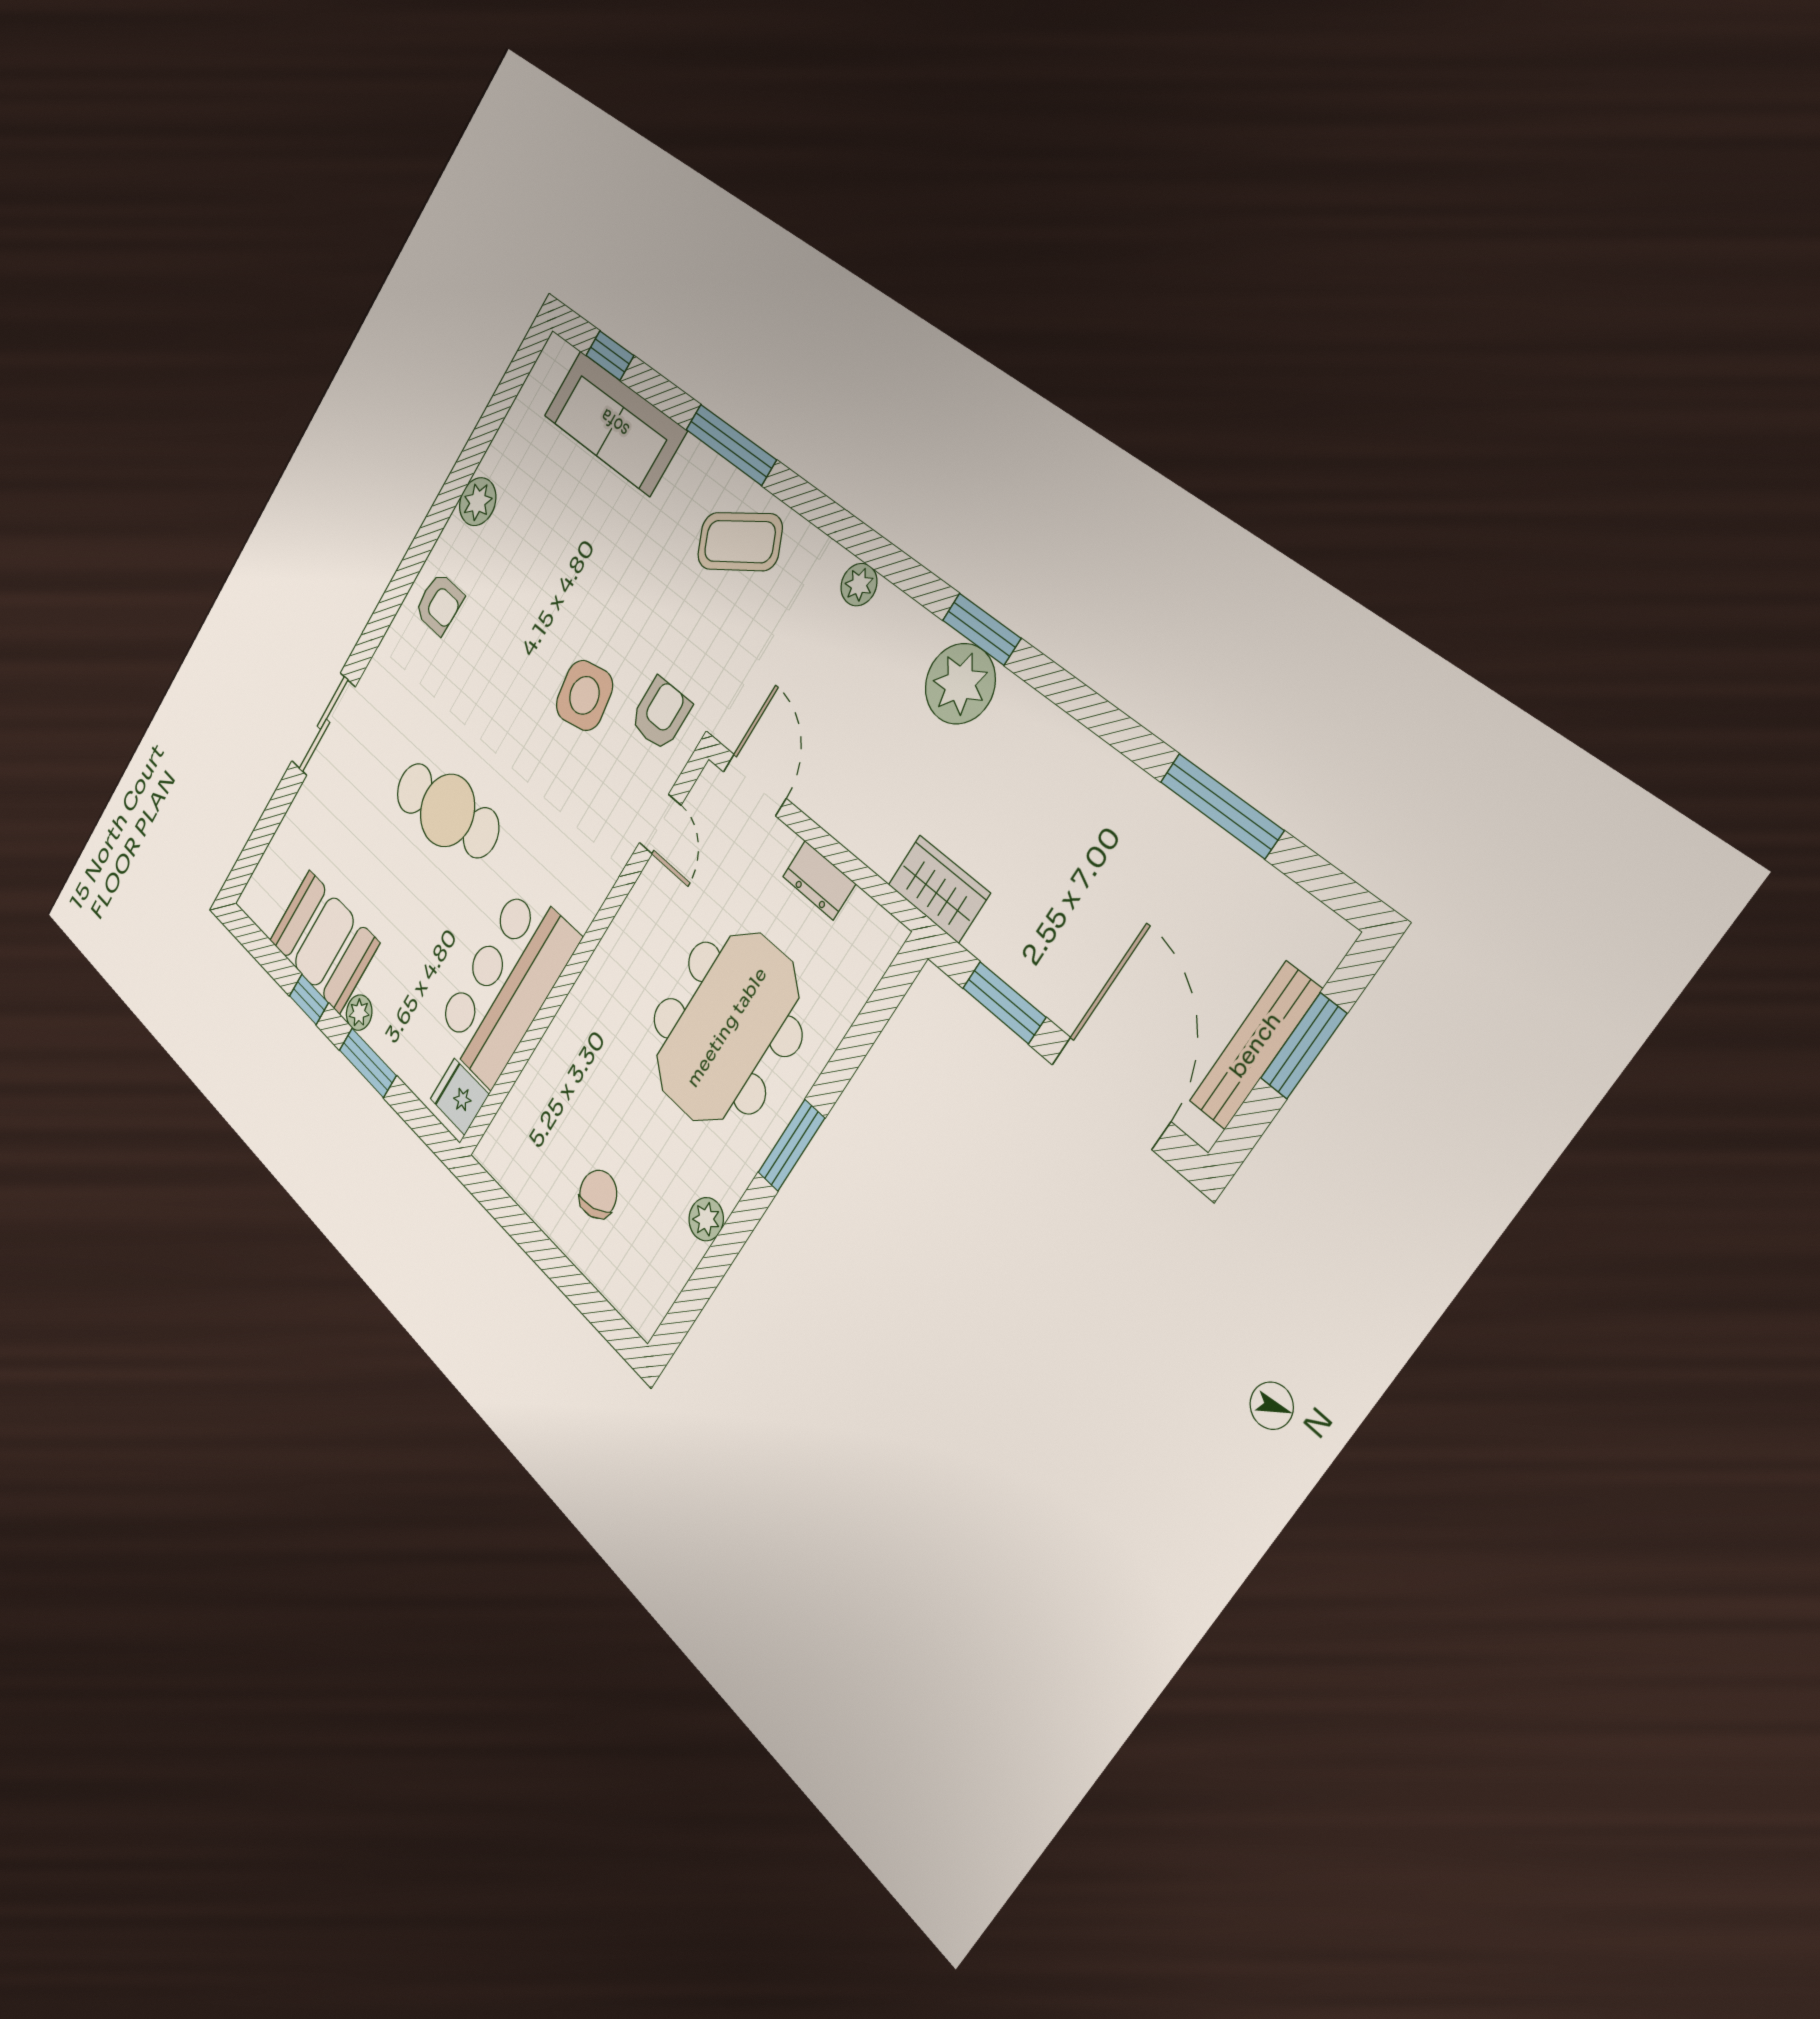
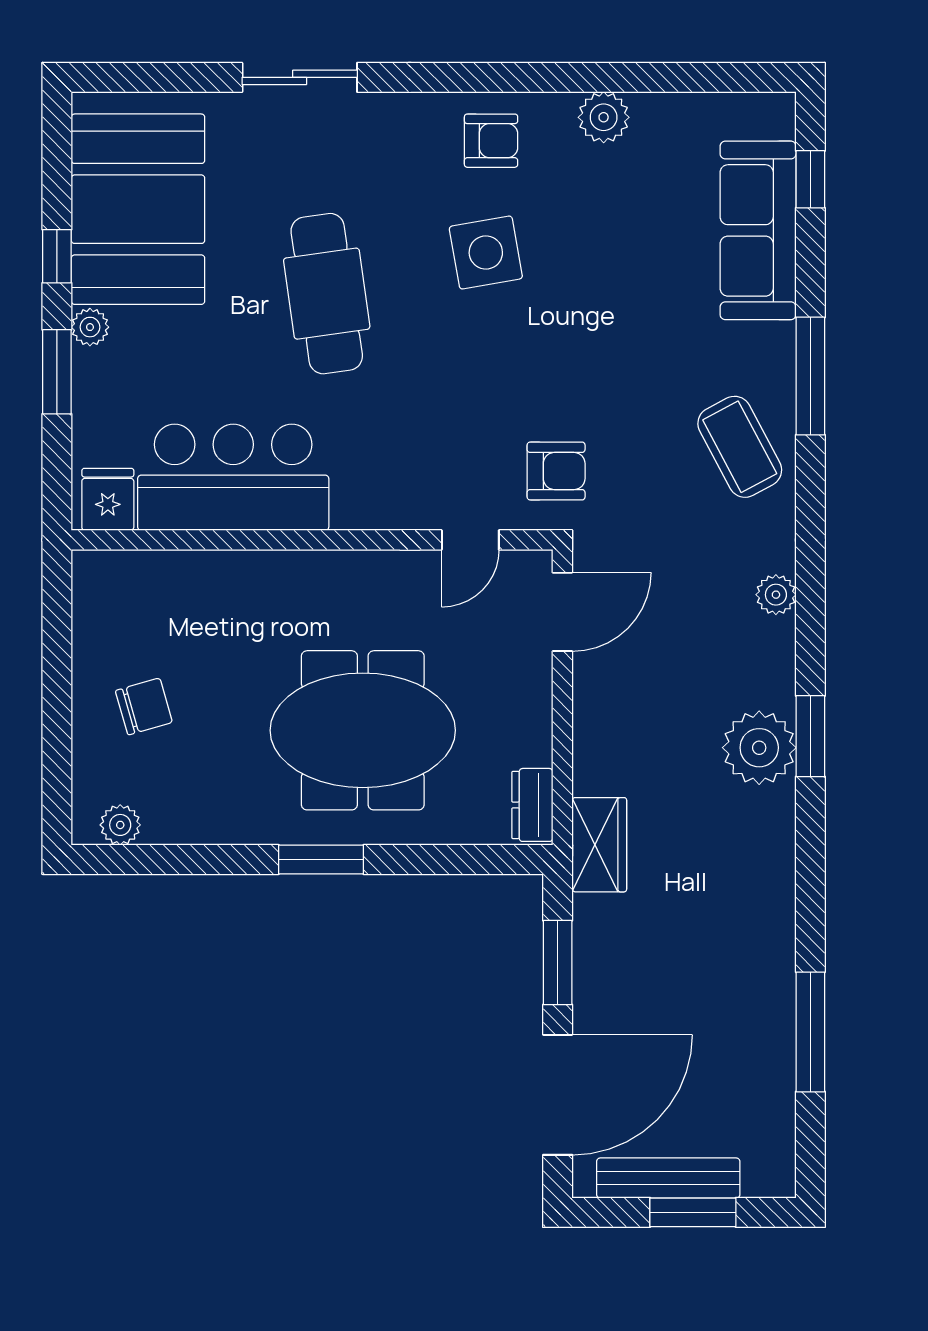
armchair: (439, 604) -> (491, 141), turned -92
side table: (584, 695) -> (486, 252), moved
dresser: (819, 880) -> (532, 805), moved
booth: (324, 942) -> (138, 209), width x1.36, depth x1.42
plant: (706, 1219) -> (120, 825), moved

